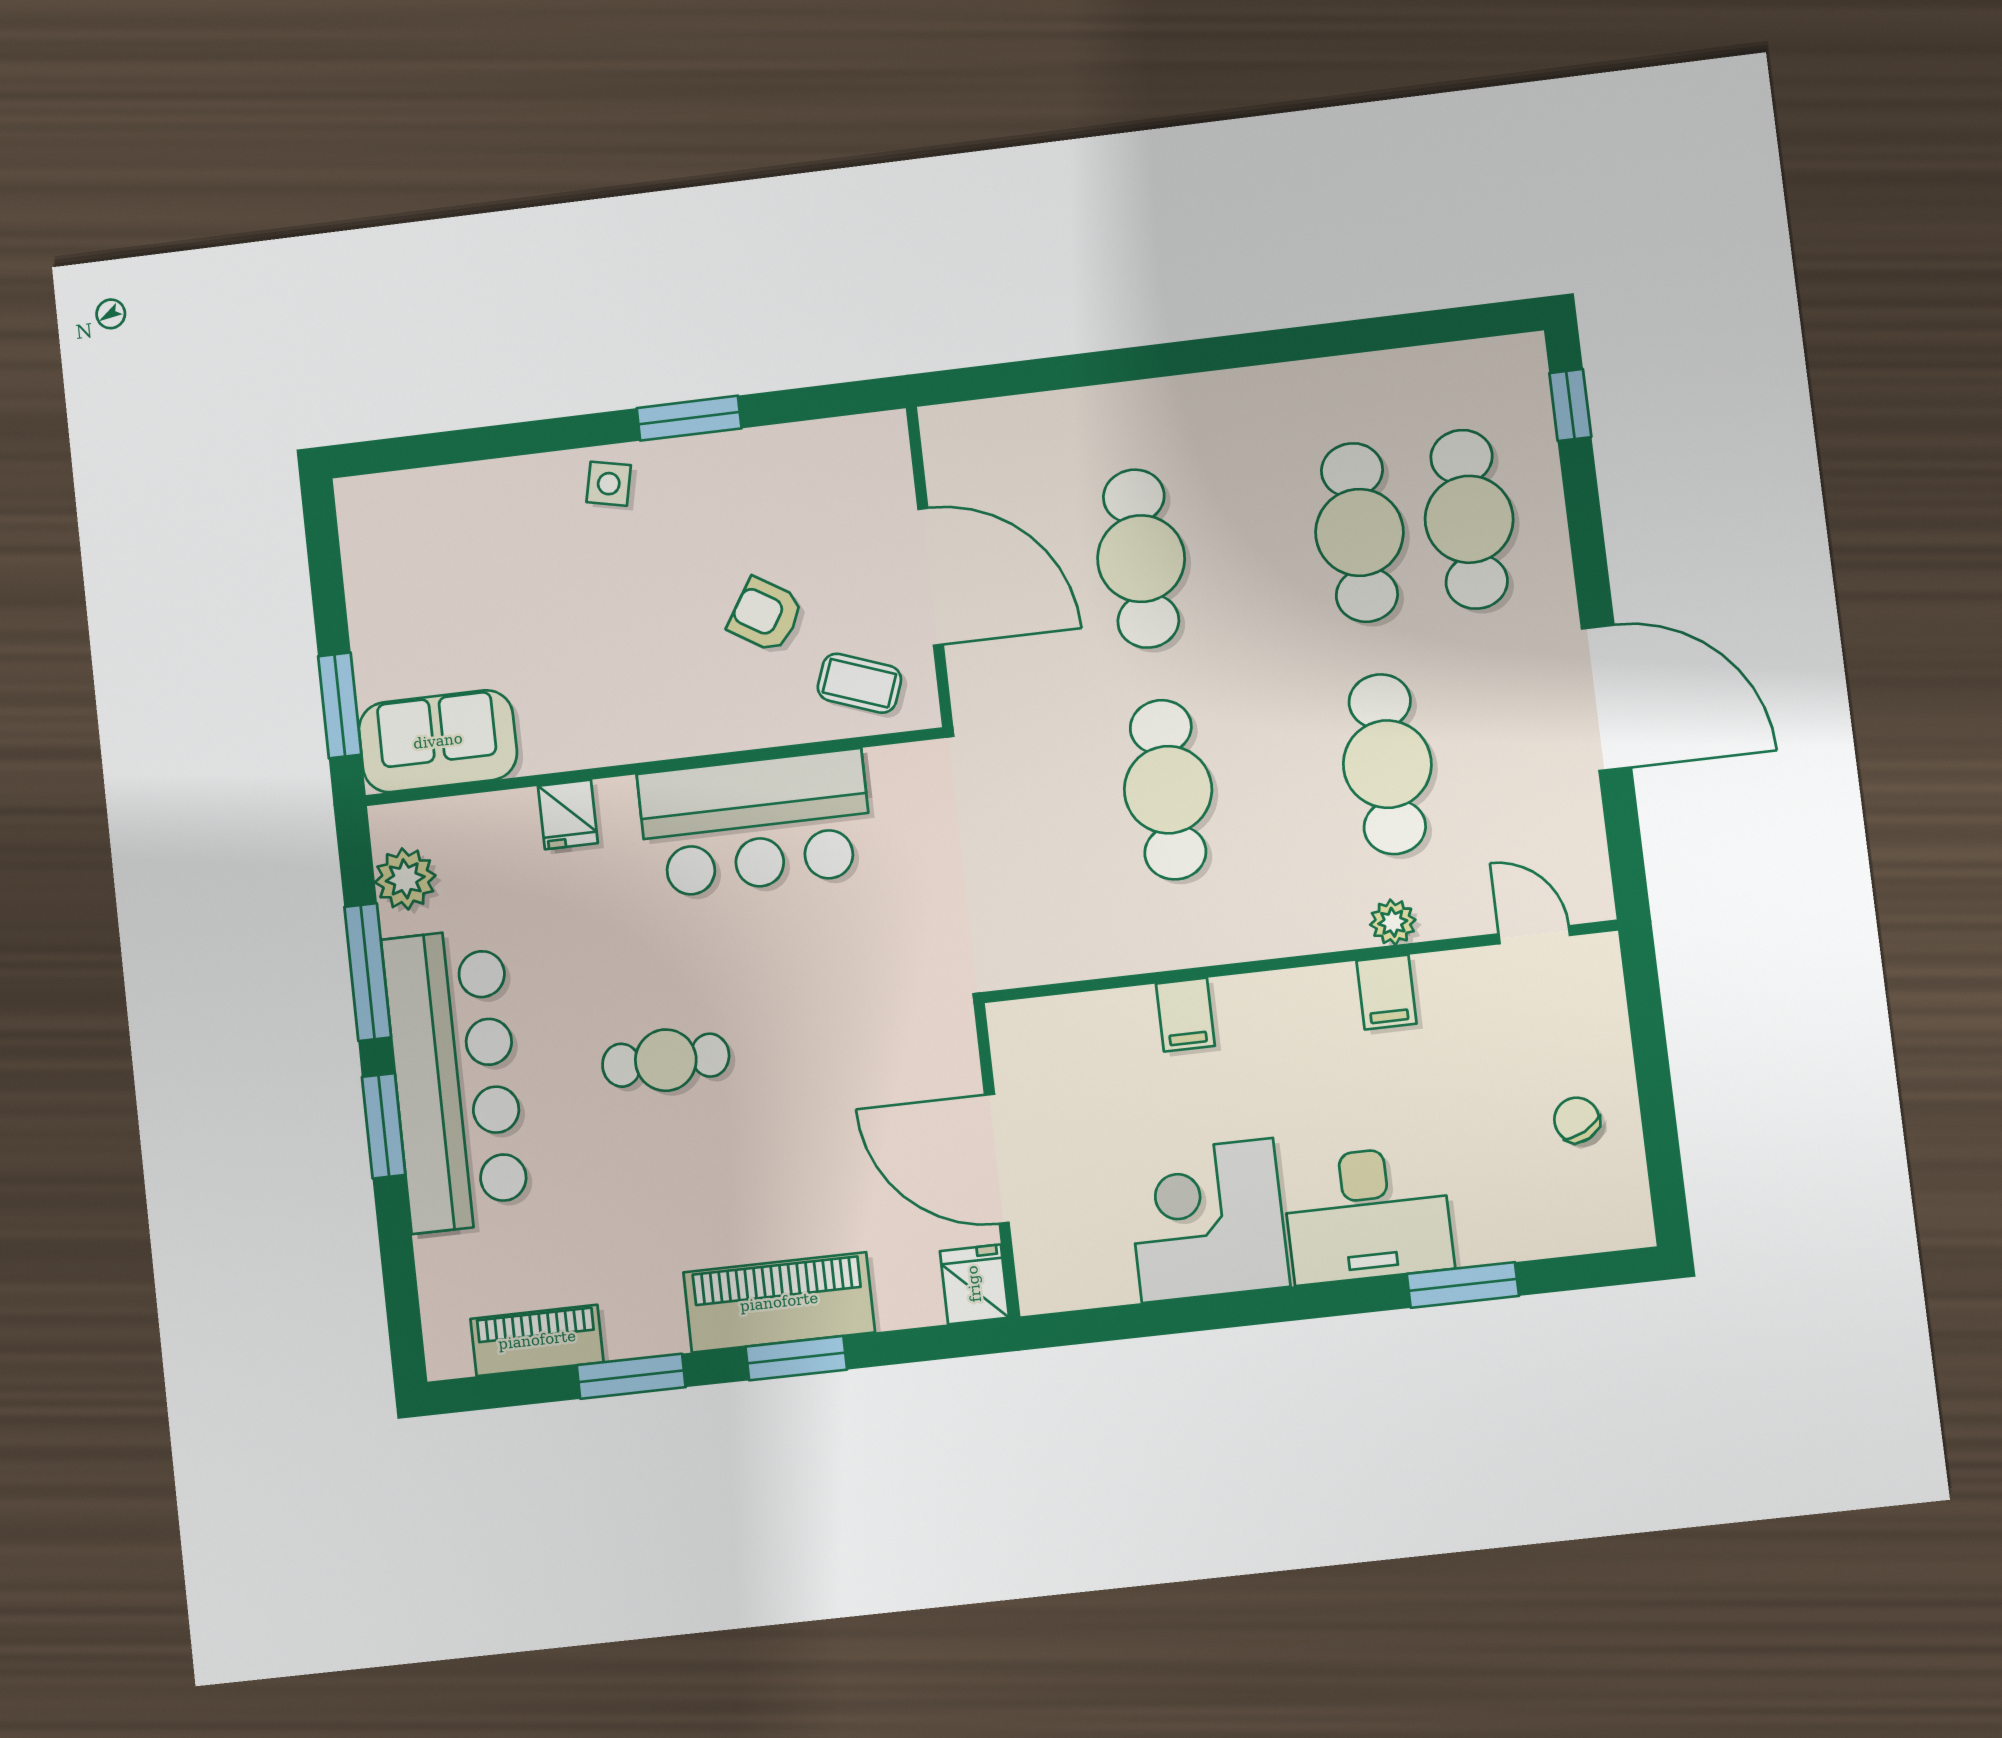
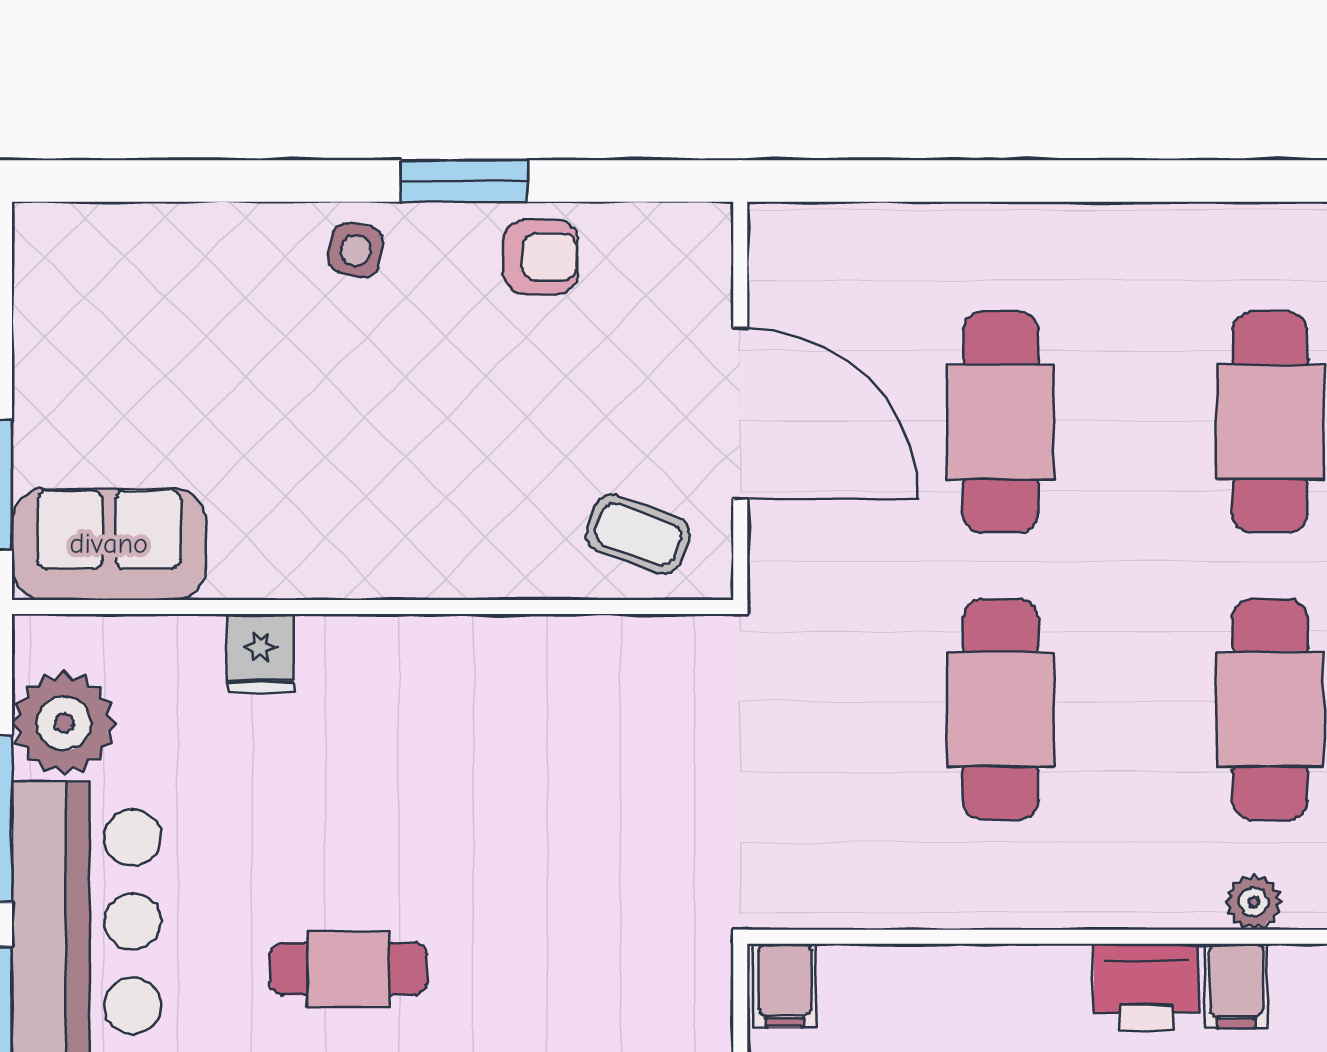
armchair: (766, 615) -> (541, 257), moved, turned 148
bar counter: (756, 824) -> (491, 692), removed
plant: (405, 879) -> (64, 723), width x1.36, depth x1.36
printer: (1313, 1001) -> (1146, 987), added
filing cabinet: (1185, 1015) -> (785, 985), moved

